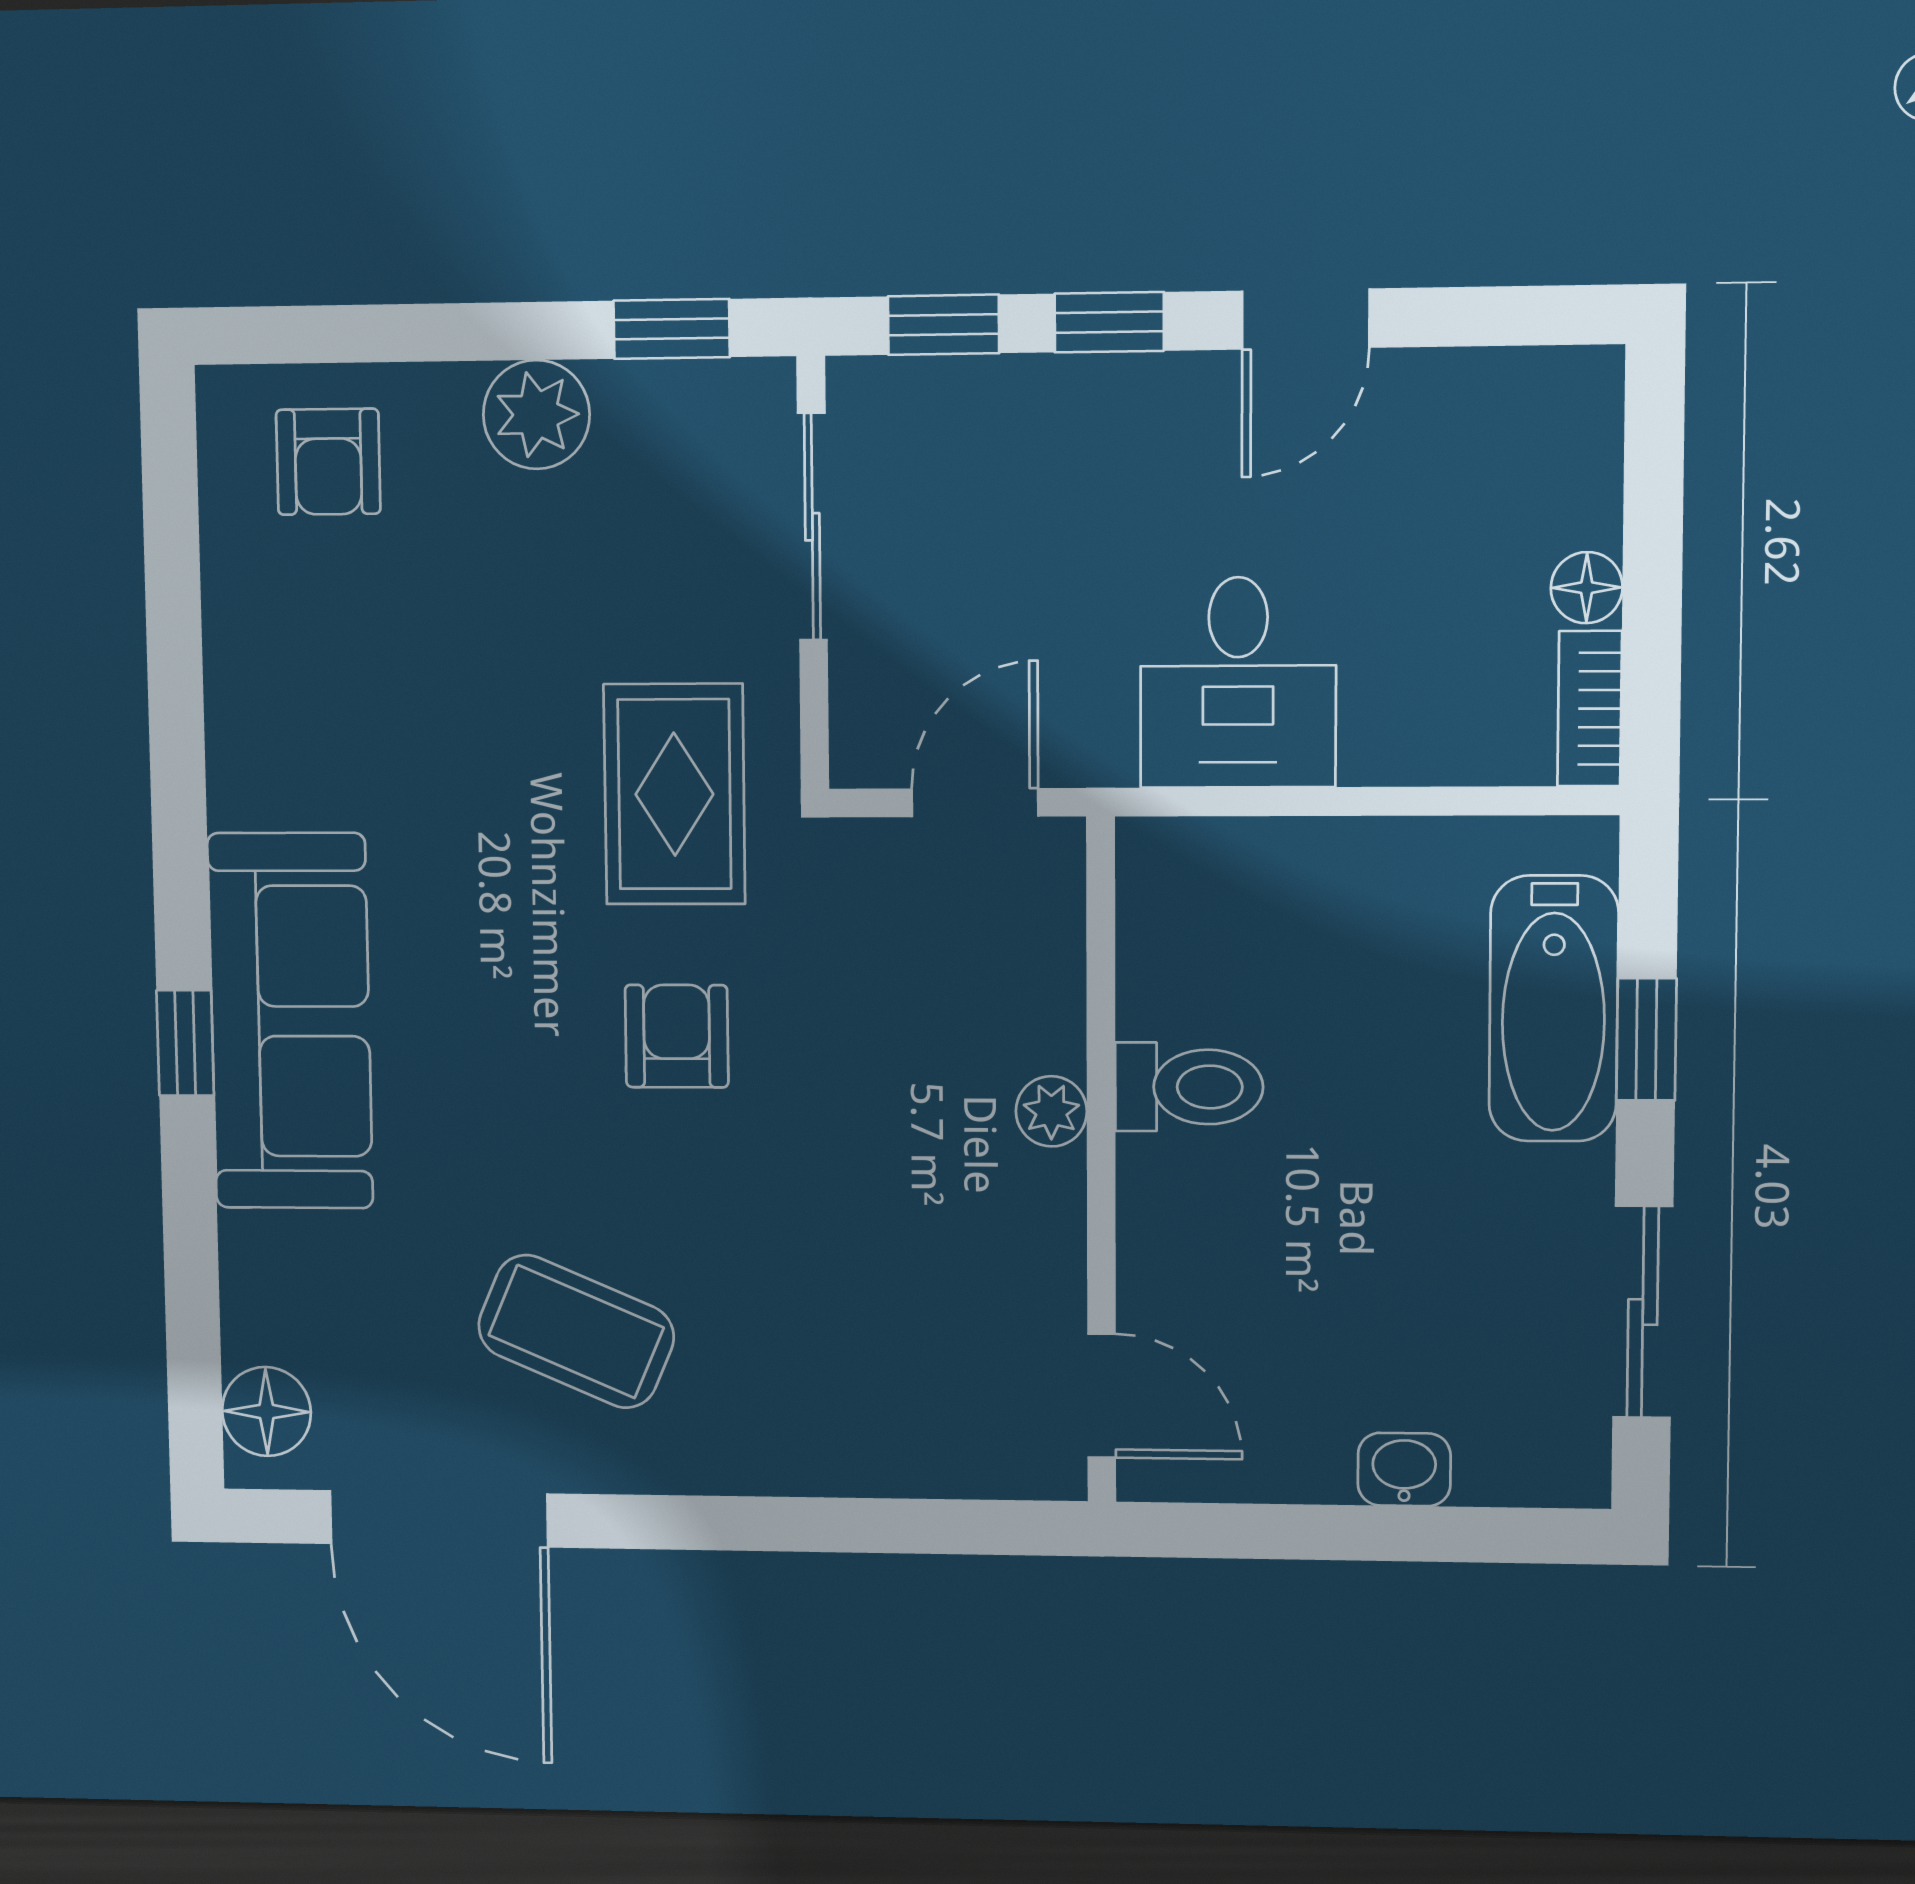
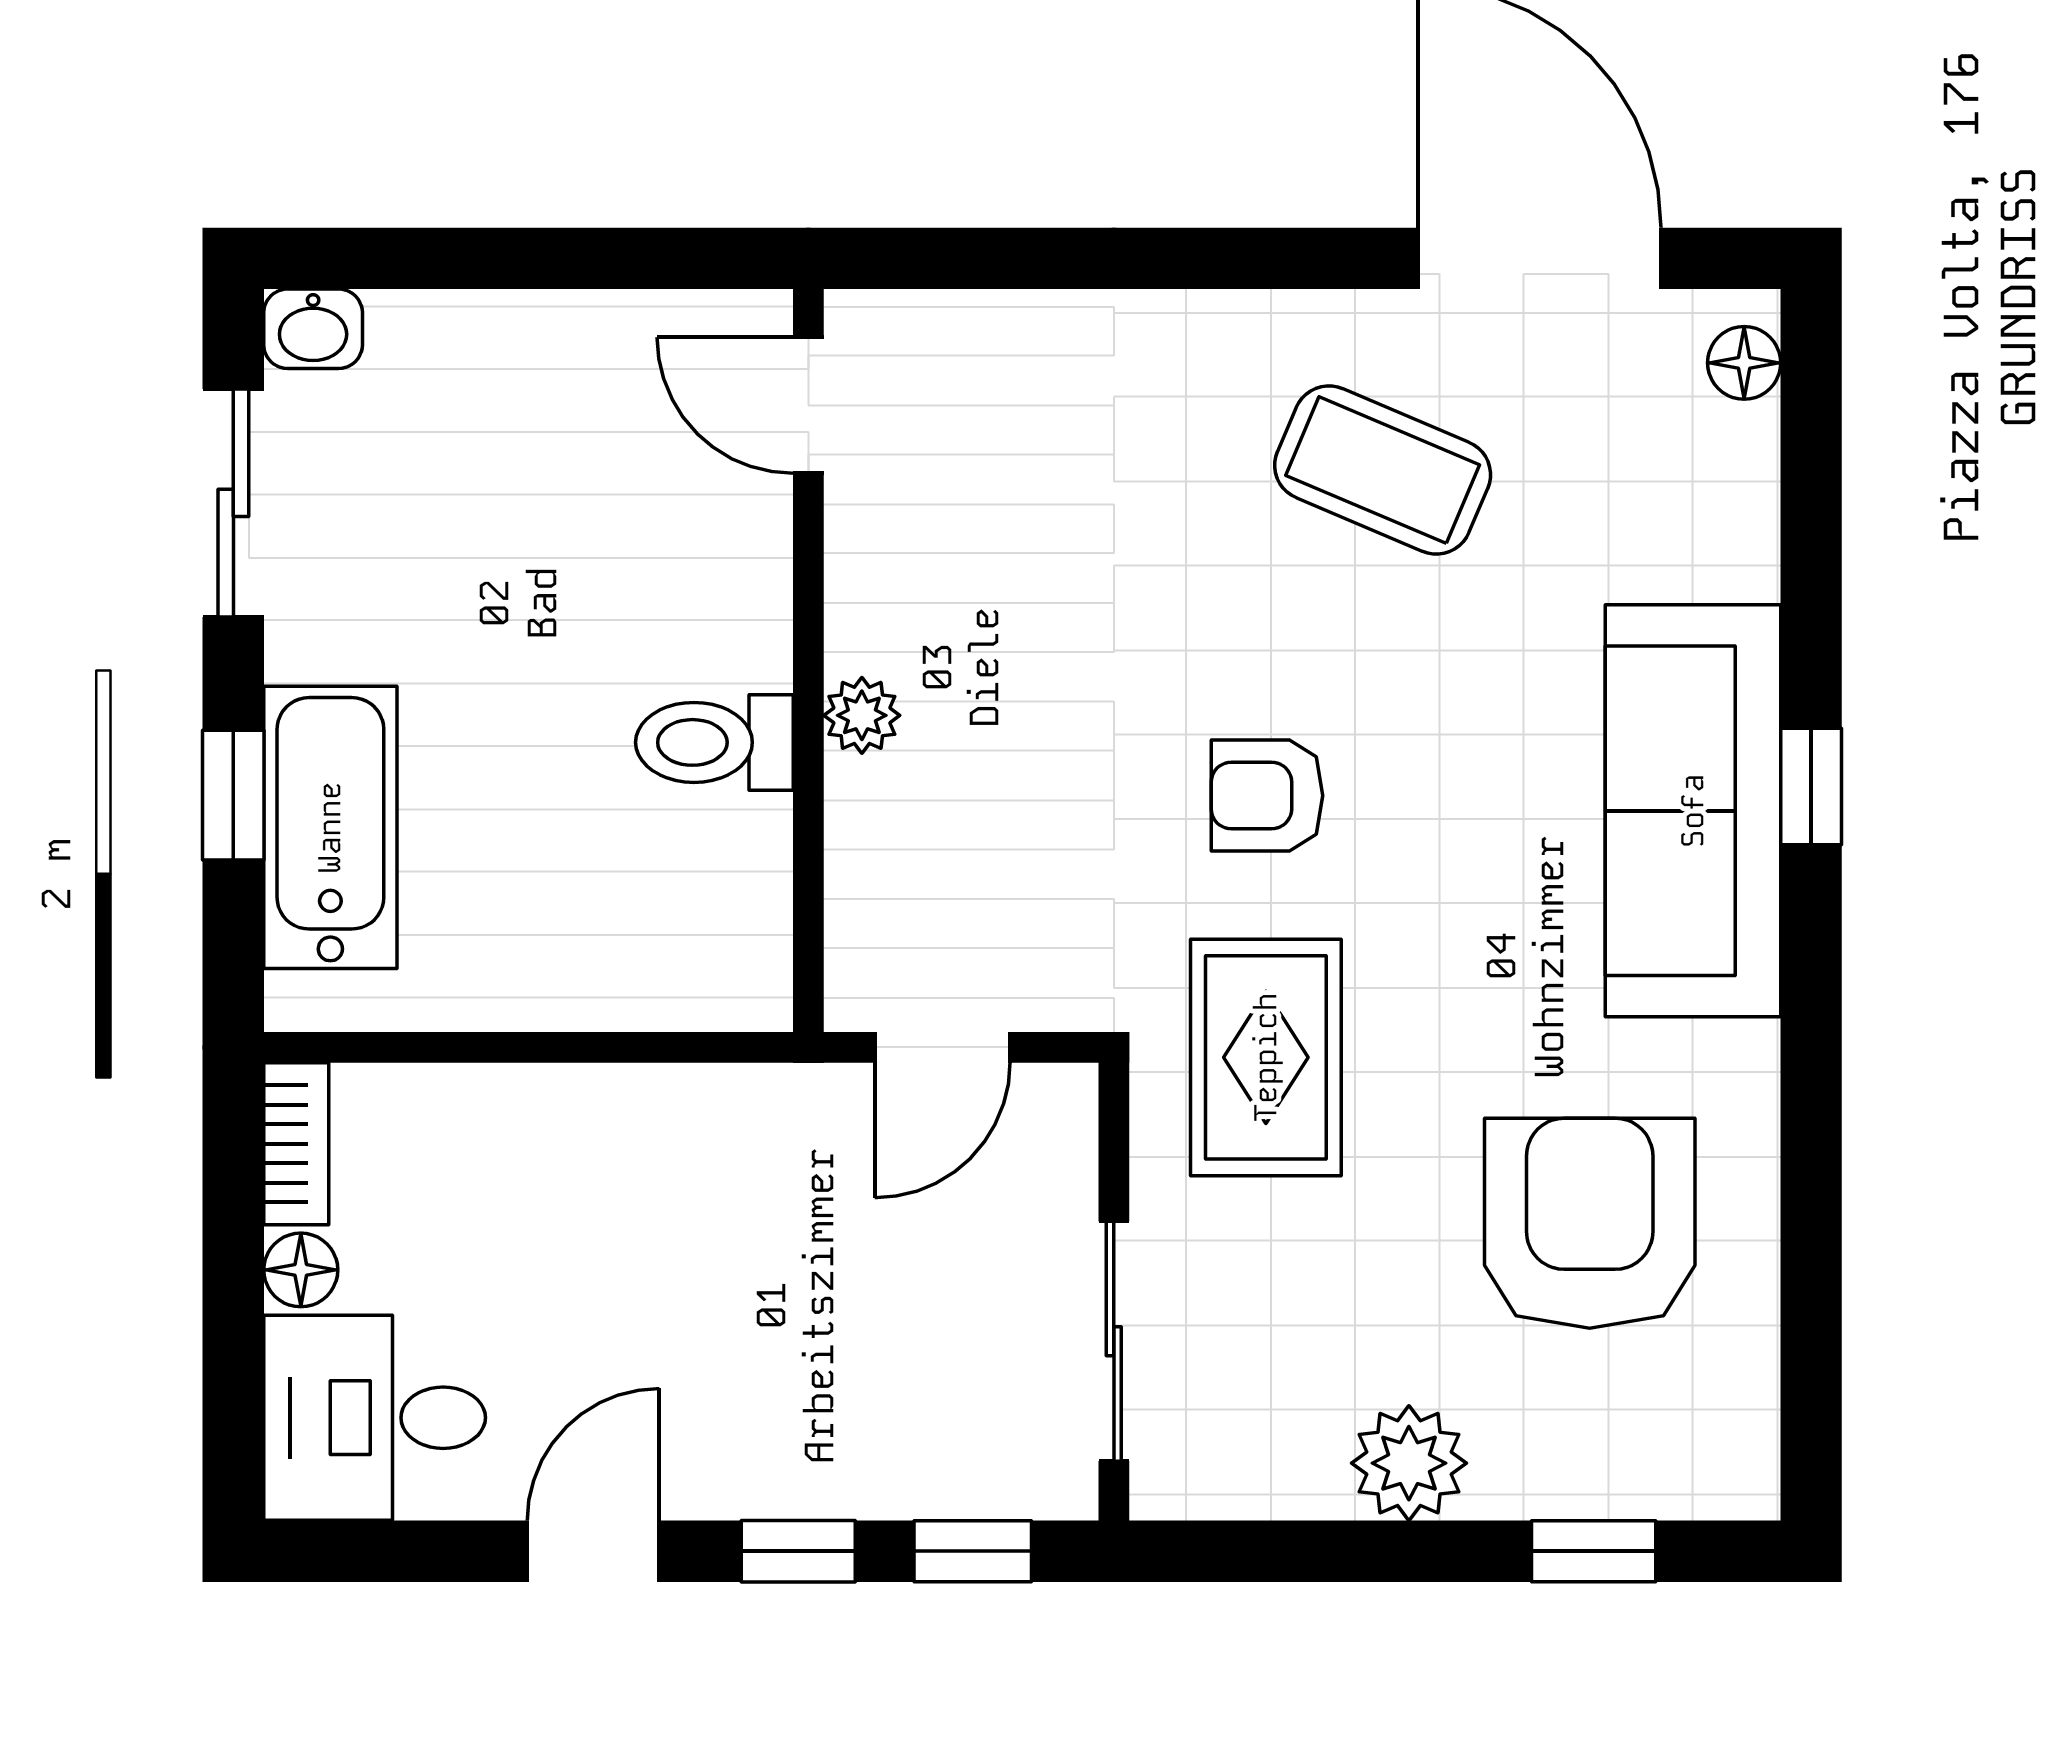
window: (672, 329) -> (1594, 1551), moved
armchair: (328, 462) -> (1590, 1223), moved, width x1.88, depth x1.88
desk: (1238, 682) -> (375, 1418), moved, turned -90
armchair: (677, 1036) -> (1267, 796), turned 90
floor lamp: (266, 1412) -> (1744, 363), width x0.73, depth x0.73
washbasin: (1404, 1469) -> (313, 329), moved

